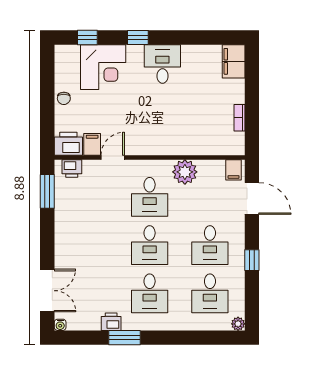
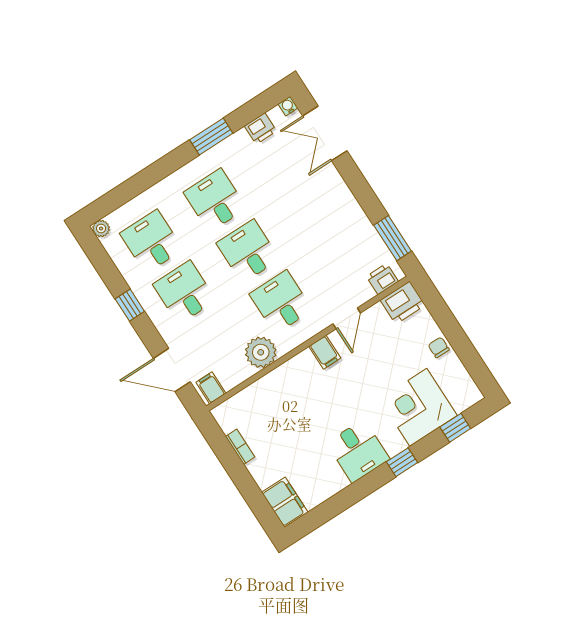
filing cabinet: (92, 144) -> (325, 352), moved
printer: (111, 322) -> (260, 128), moved

